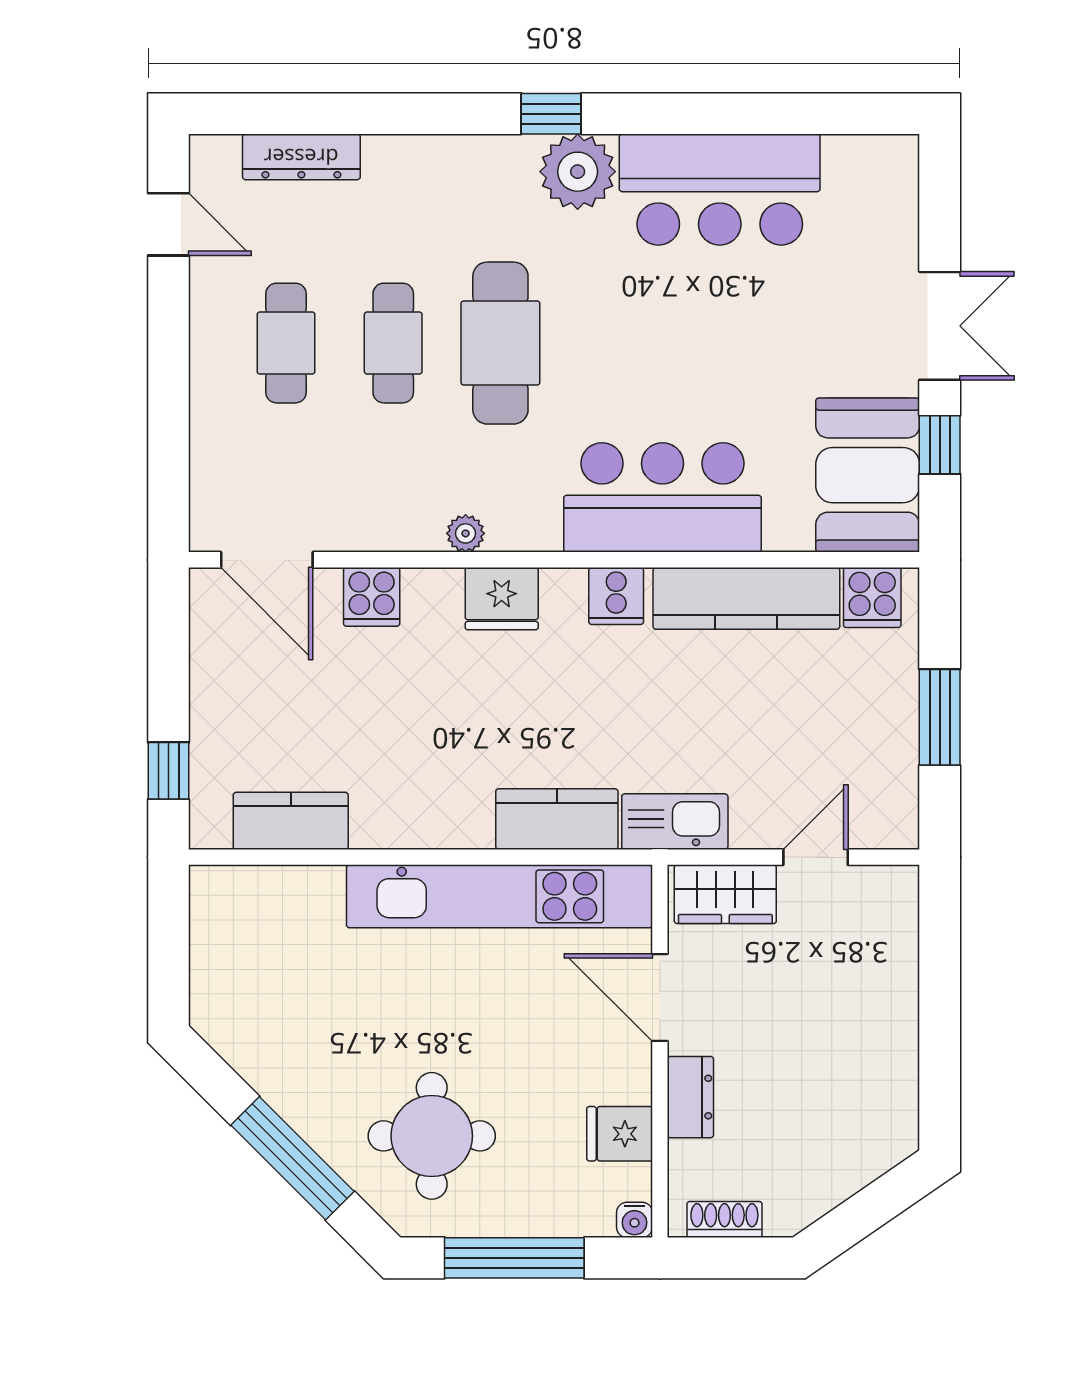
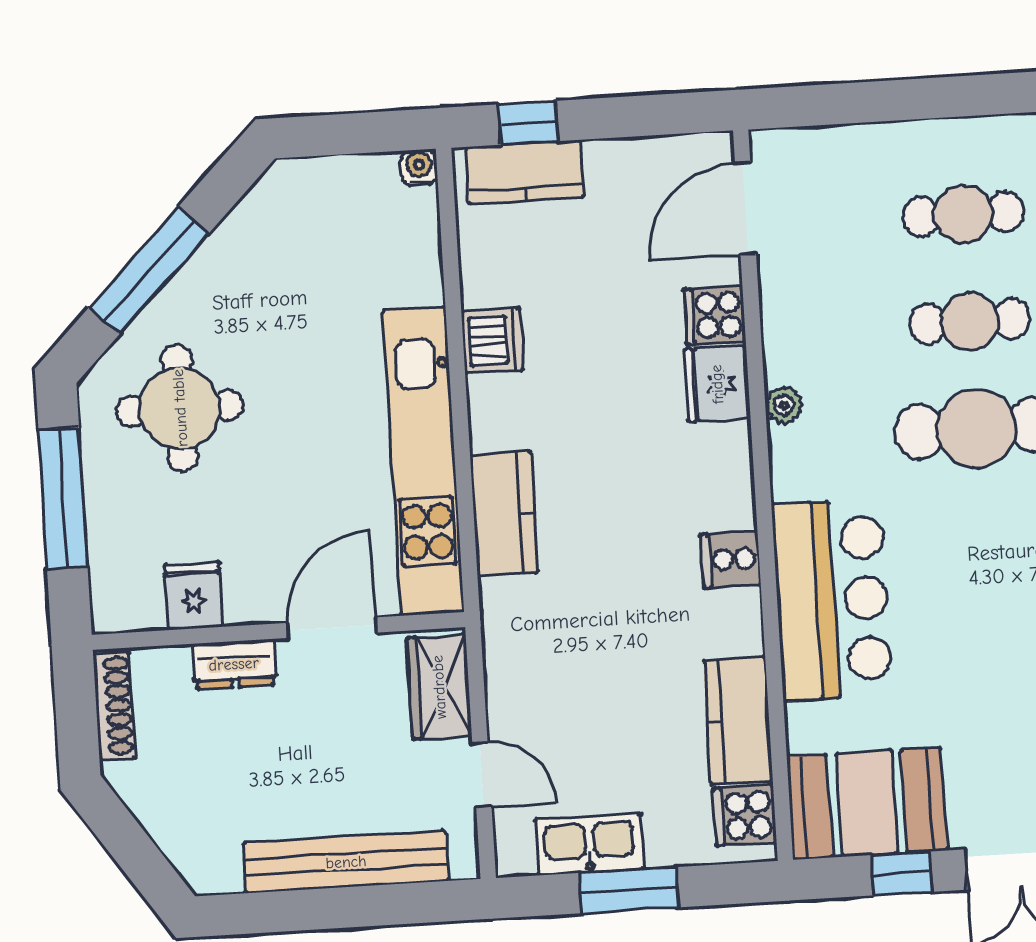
kitchen counter: (746, 598) -> (738, 721), width x0.67
fridge: (502, 599) -> (717, 384), moved
dishwasher: (384, 820) -> (492, 341), added
kitchen counter: (291, 821) -> (525, 172), moved, turned 90
kitchen sink: (675, 822) -> (589, 844), moved, turned -90
bench: (894, 998) -> (346, 862), added
water cooler: (634, 1220) -> (419, 168), moved, turned 90
shoe rack: (724, 1220) -> (114, 706), width x1.43

